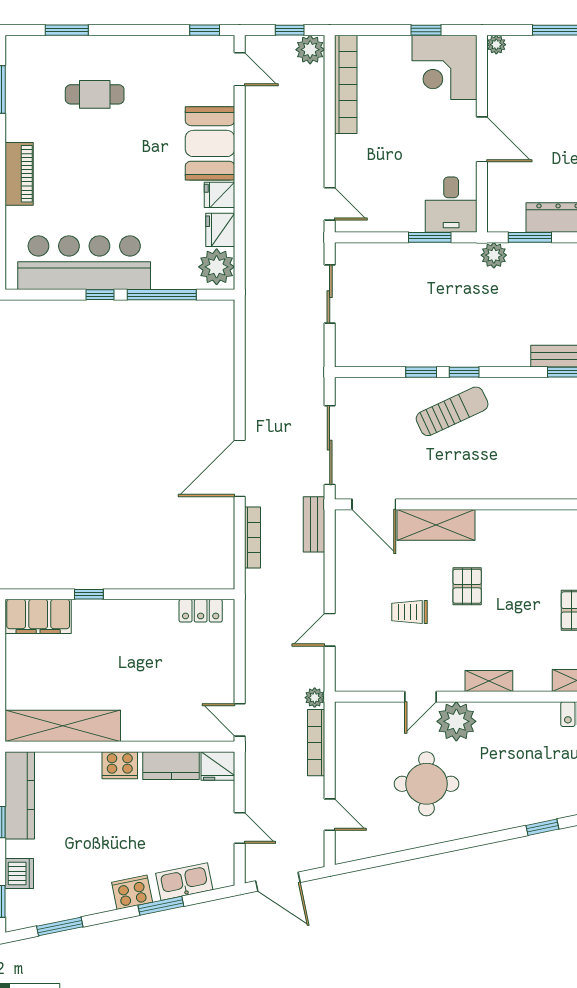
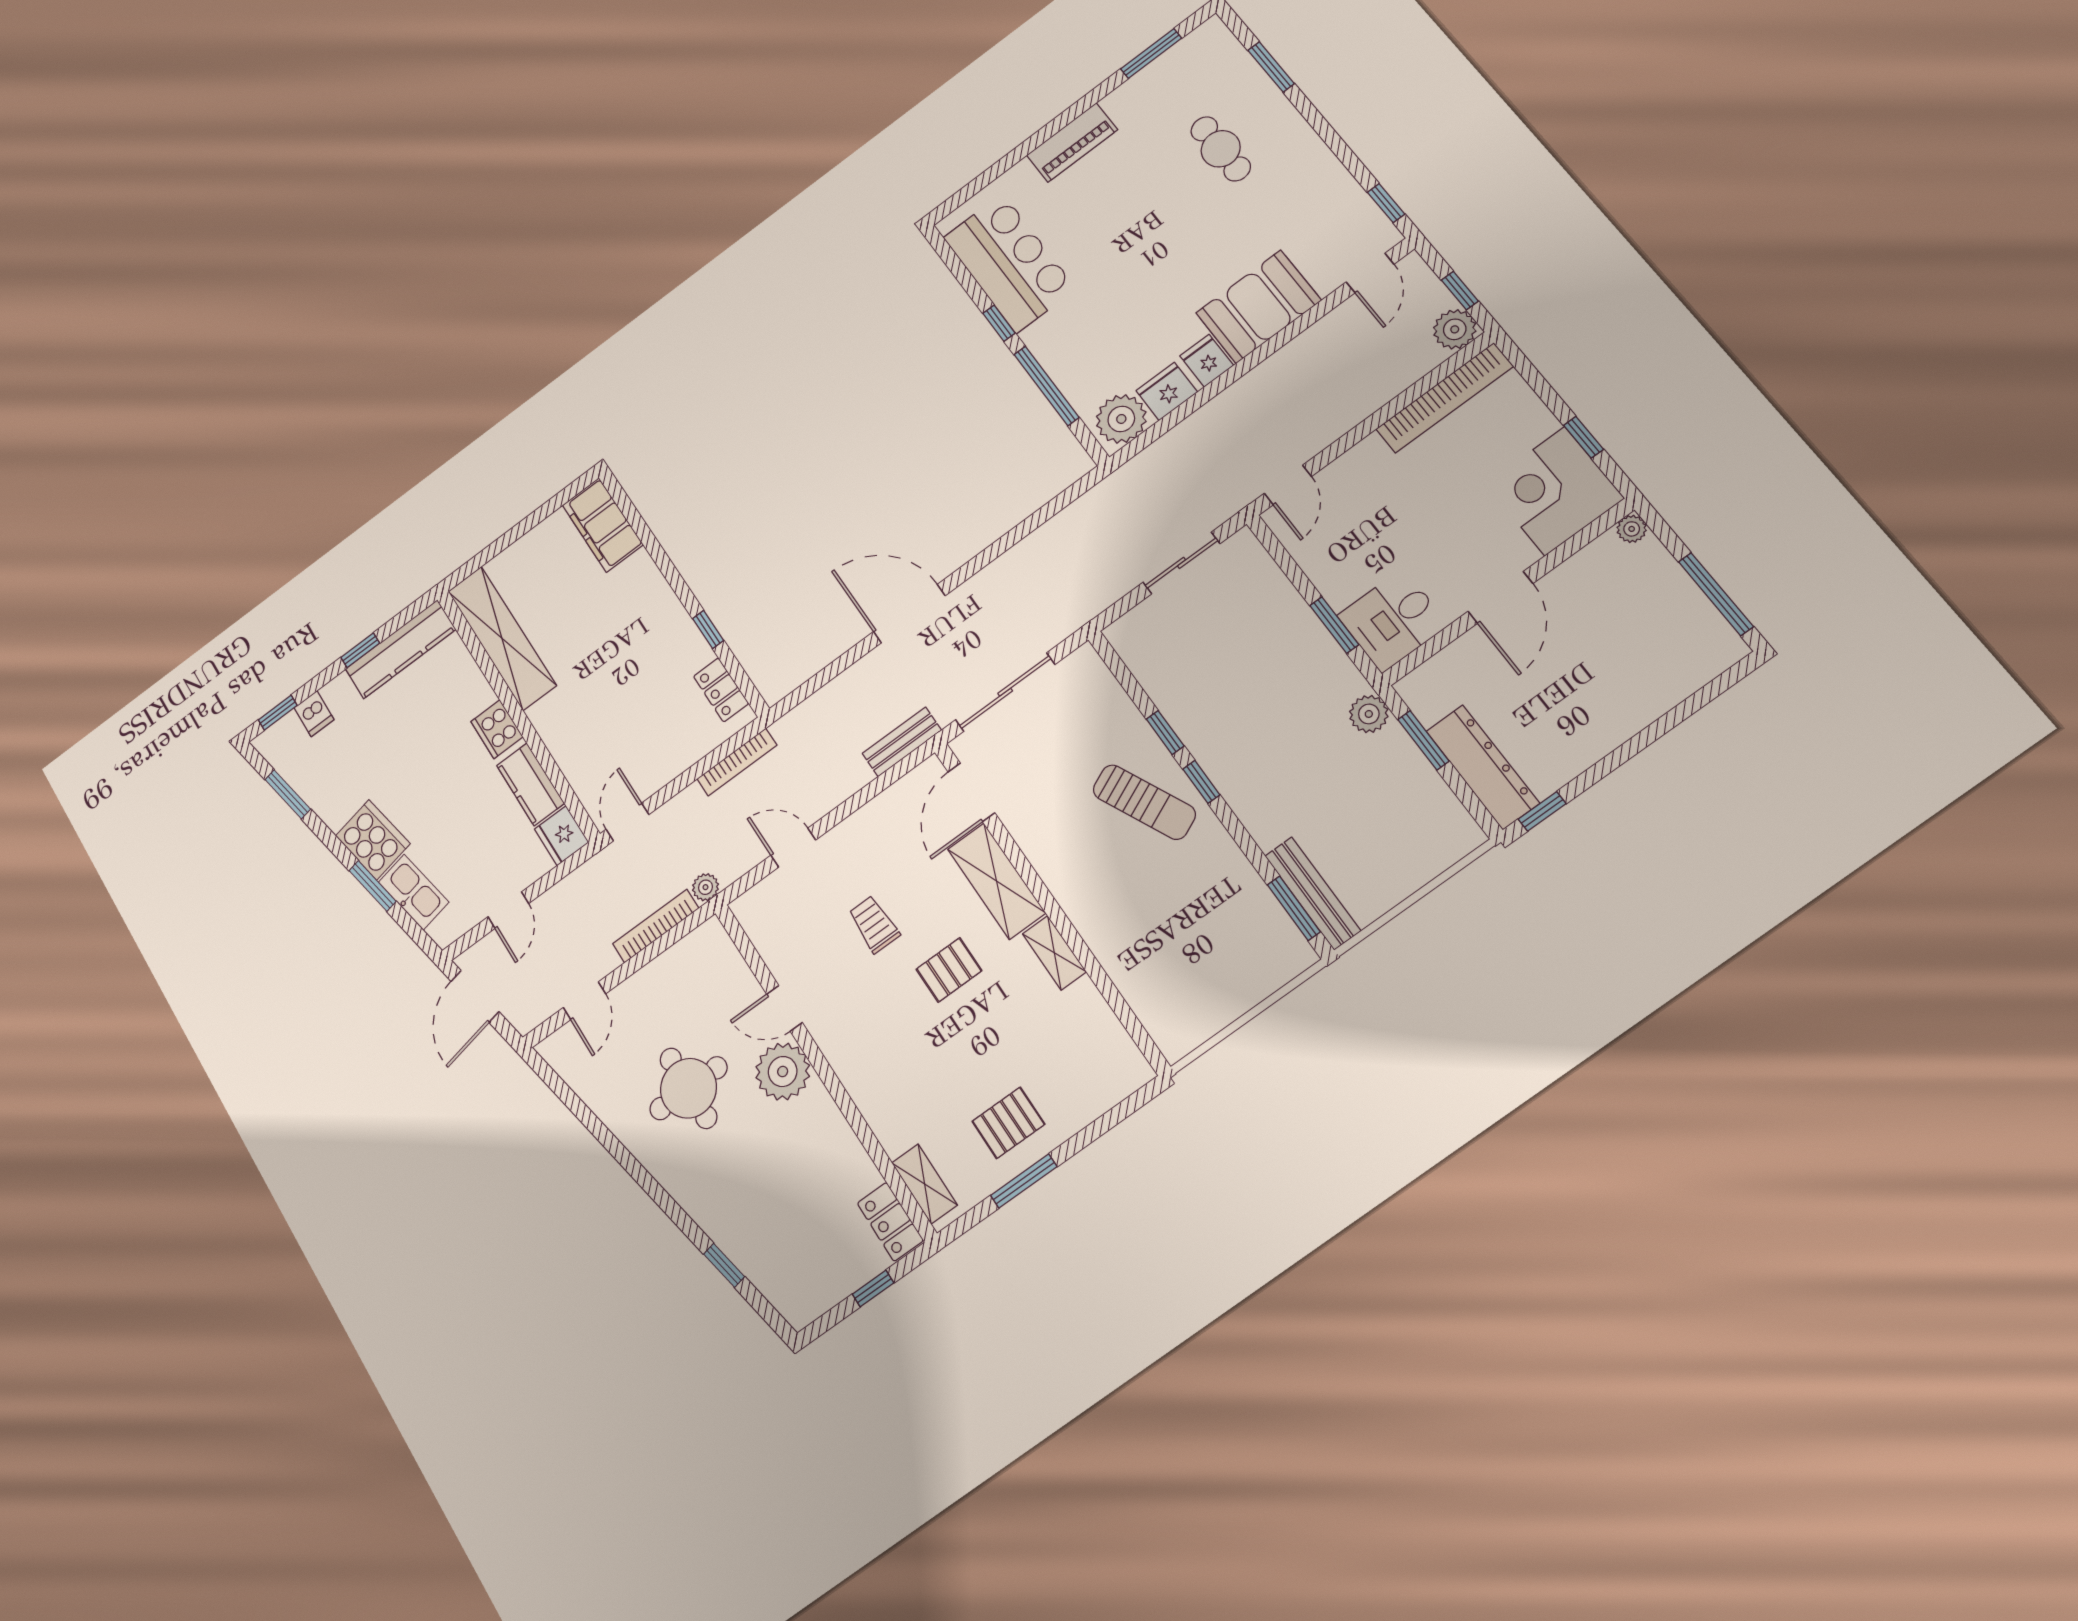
bar counter: (84, 263) -> (1009, 263), width x0.73
bookcase: (253, 537) -> (737, 762), moved
window: (89, 594) -> (708, 629), moved
shelving: (489, 681) -> (1054, 953), moved
dishwasher: (19, 874) -> (314, 714), width x0.73
cooker: (132, 892) -> (373, 840), width x1.37, depth x1.31

